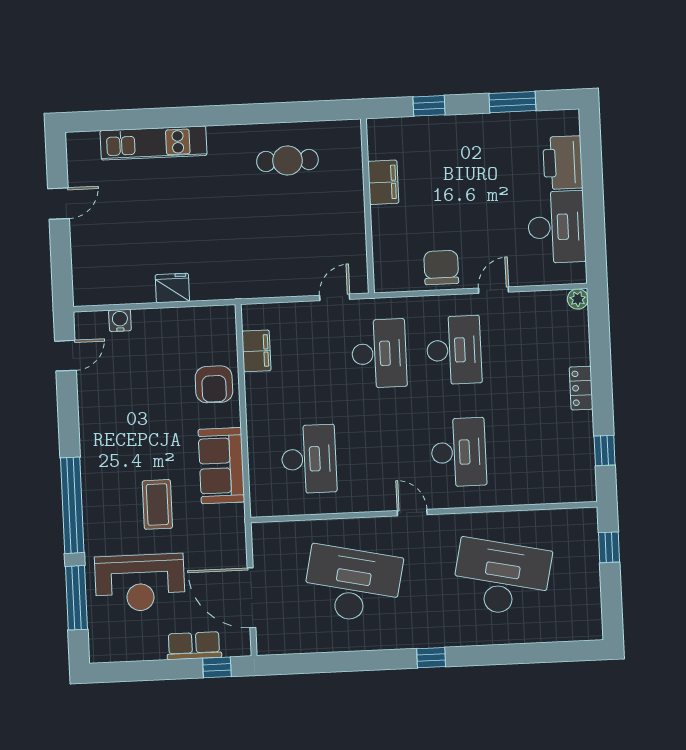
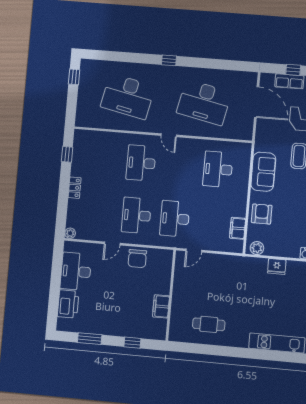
plant: (215, 318) -> (257, 248), added
window: (609, 547) -> (74, 77), moved
window: (217, 667) -> (293, 70), moved

